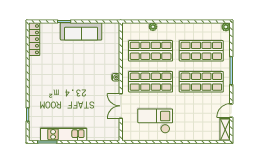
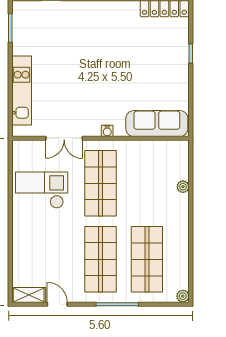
sofa: (81, 31) -> (157, 124), moved, turned 90
shop shelf: (151, 51) -> (147, 183), removed
double door: (121, 106) -> (64, 138), swing flipped
checkout: (155, 121) -> (42, 190), turned -90
kitchen unit: (64, 134) -> (22, 91), moved

